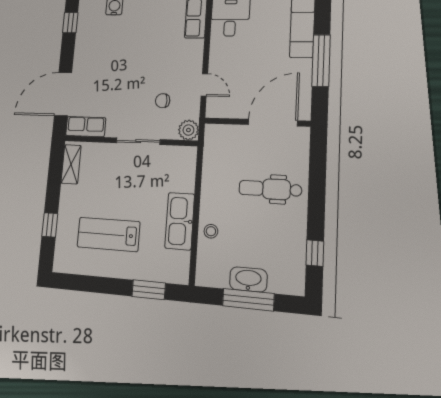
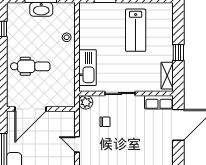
door: (204, 85) -> (77, 144), moved
kitchen sink: (180, 221) -> (88, 68), moved
window: (50, 225) -> (178, 53), moved
lab bench: (108, 234) -> (136, 30), turned 90

